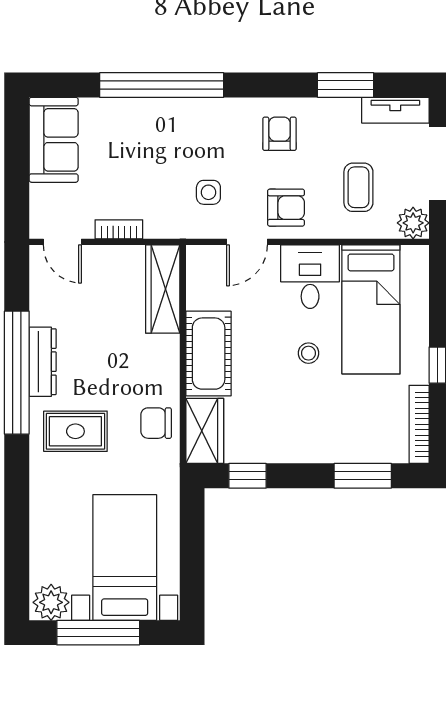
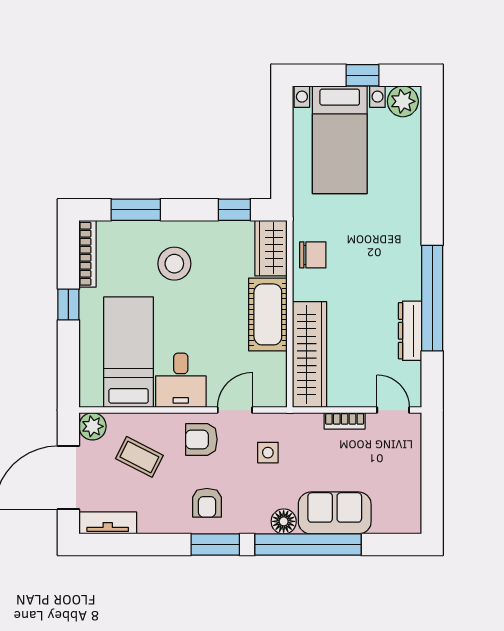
window: (346, 85) -> (215, 545), moved
floor lamp: (190, 112) -> (284, 521), added
sofa: (54, 140) -> (335, 513), moved, turned 90
coffee table: (358, 187) -> (139, 457), turned -63
wardrobe: (163, 289) -> (310, 355), width x1.40, depth x1.17
stool: (309, 353) -> (174, 264), moved, width x1.89, depth x1.89
dresser: (43, 362) -> (410, 331), moved
rug: (75, 431) -> (382, 248), removed
window: (98, 633) -> (362, 75), width x0.46

